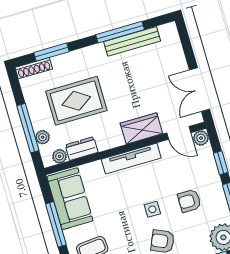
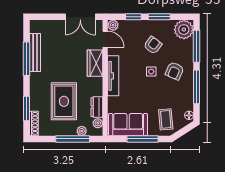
door: (179, 133) -> (105, 39), hinge flipped
armchair: (189, 201) -> (153, 45), turned -143

